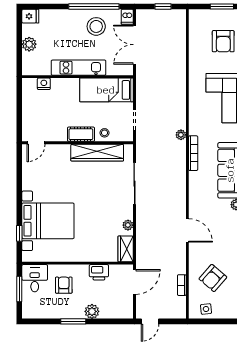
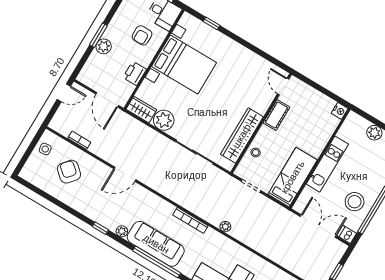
nightstand: (44, 84) -> (340, 111), moved
cot: (81, 134) -> (276, 115), moved
plant: (181, 135) -> (225, 227), moved
bed with nightstands: (48, 221) -> (184, 65), moved, turned -90
plant: (128, 225) -> (164, 120), width x1.88, depth x1.88
armchair: (64, 285) -> (142, 35), turned 90
window: (73, 321) -> (98, 35), moved
door: (150, 321) -> (64, 93), swing flipped

